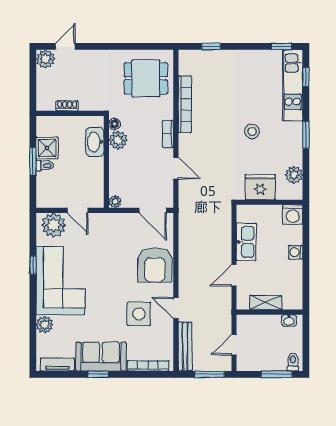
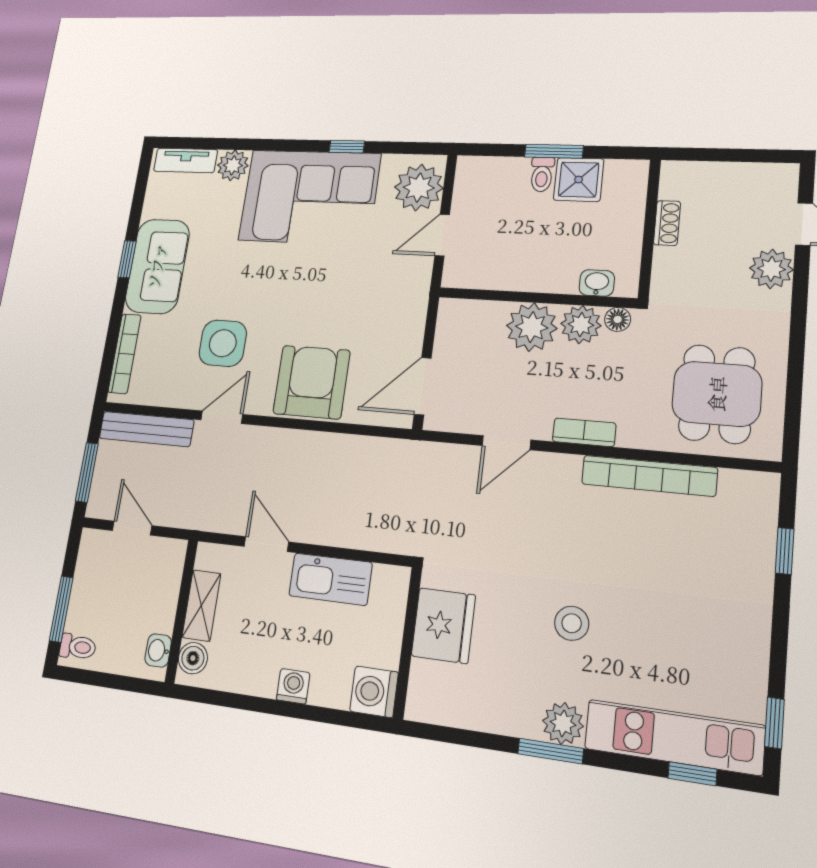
plant: (45, 59) -> (771, 269), moved
washbasin: (95, 142) -> (597, 283), width x0.52, depth x0.69
plant: (294, 175) -> (563, 723), moved
plant: (115, 202) -> (532, 327), moved, width x1.87, depth x1.87
armchair: (155, 265) -> (312, 382), turned 90
boiler: (290, 303) -> (193, 658), added
tv unit: (57, 365) -> (186, 160), moved, turned 90

